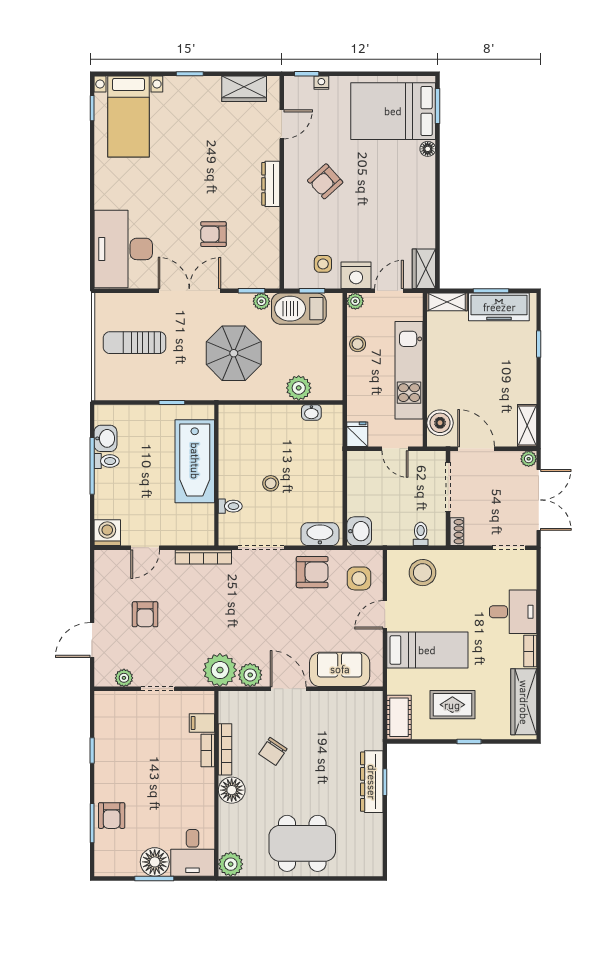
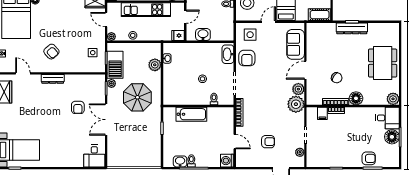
desk: (123, 249) -> (94, 156), width x0.53, depth x0.77
nightstand: (356, 275) -> (98, 36), removed
sun lounger: (135, 343) -> (132, 147), removed
bathtub: (195, 461) -> (191, 114), width x0.73, depth x0.73
washbasin: (359, 531) -> (203, 35), moved
armchair: (312, 572) -> (247, 58), turned 180
door: (385, 615) -> (268, 22), swing flipped

